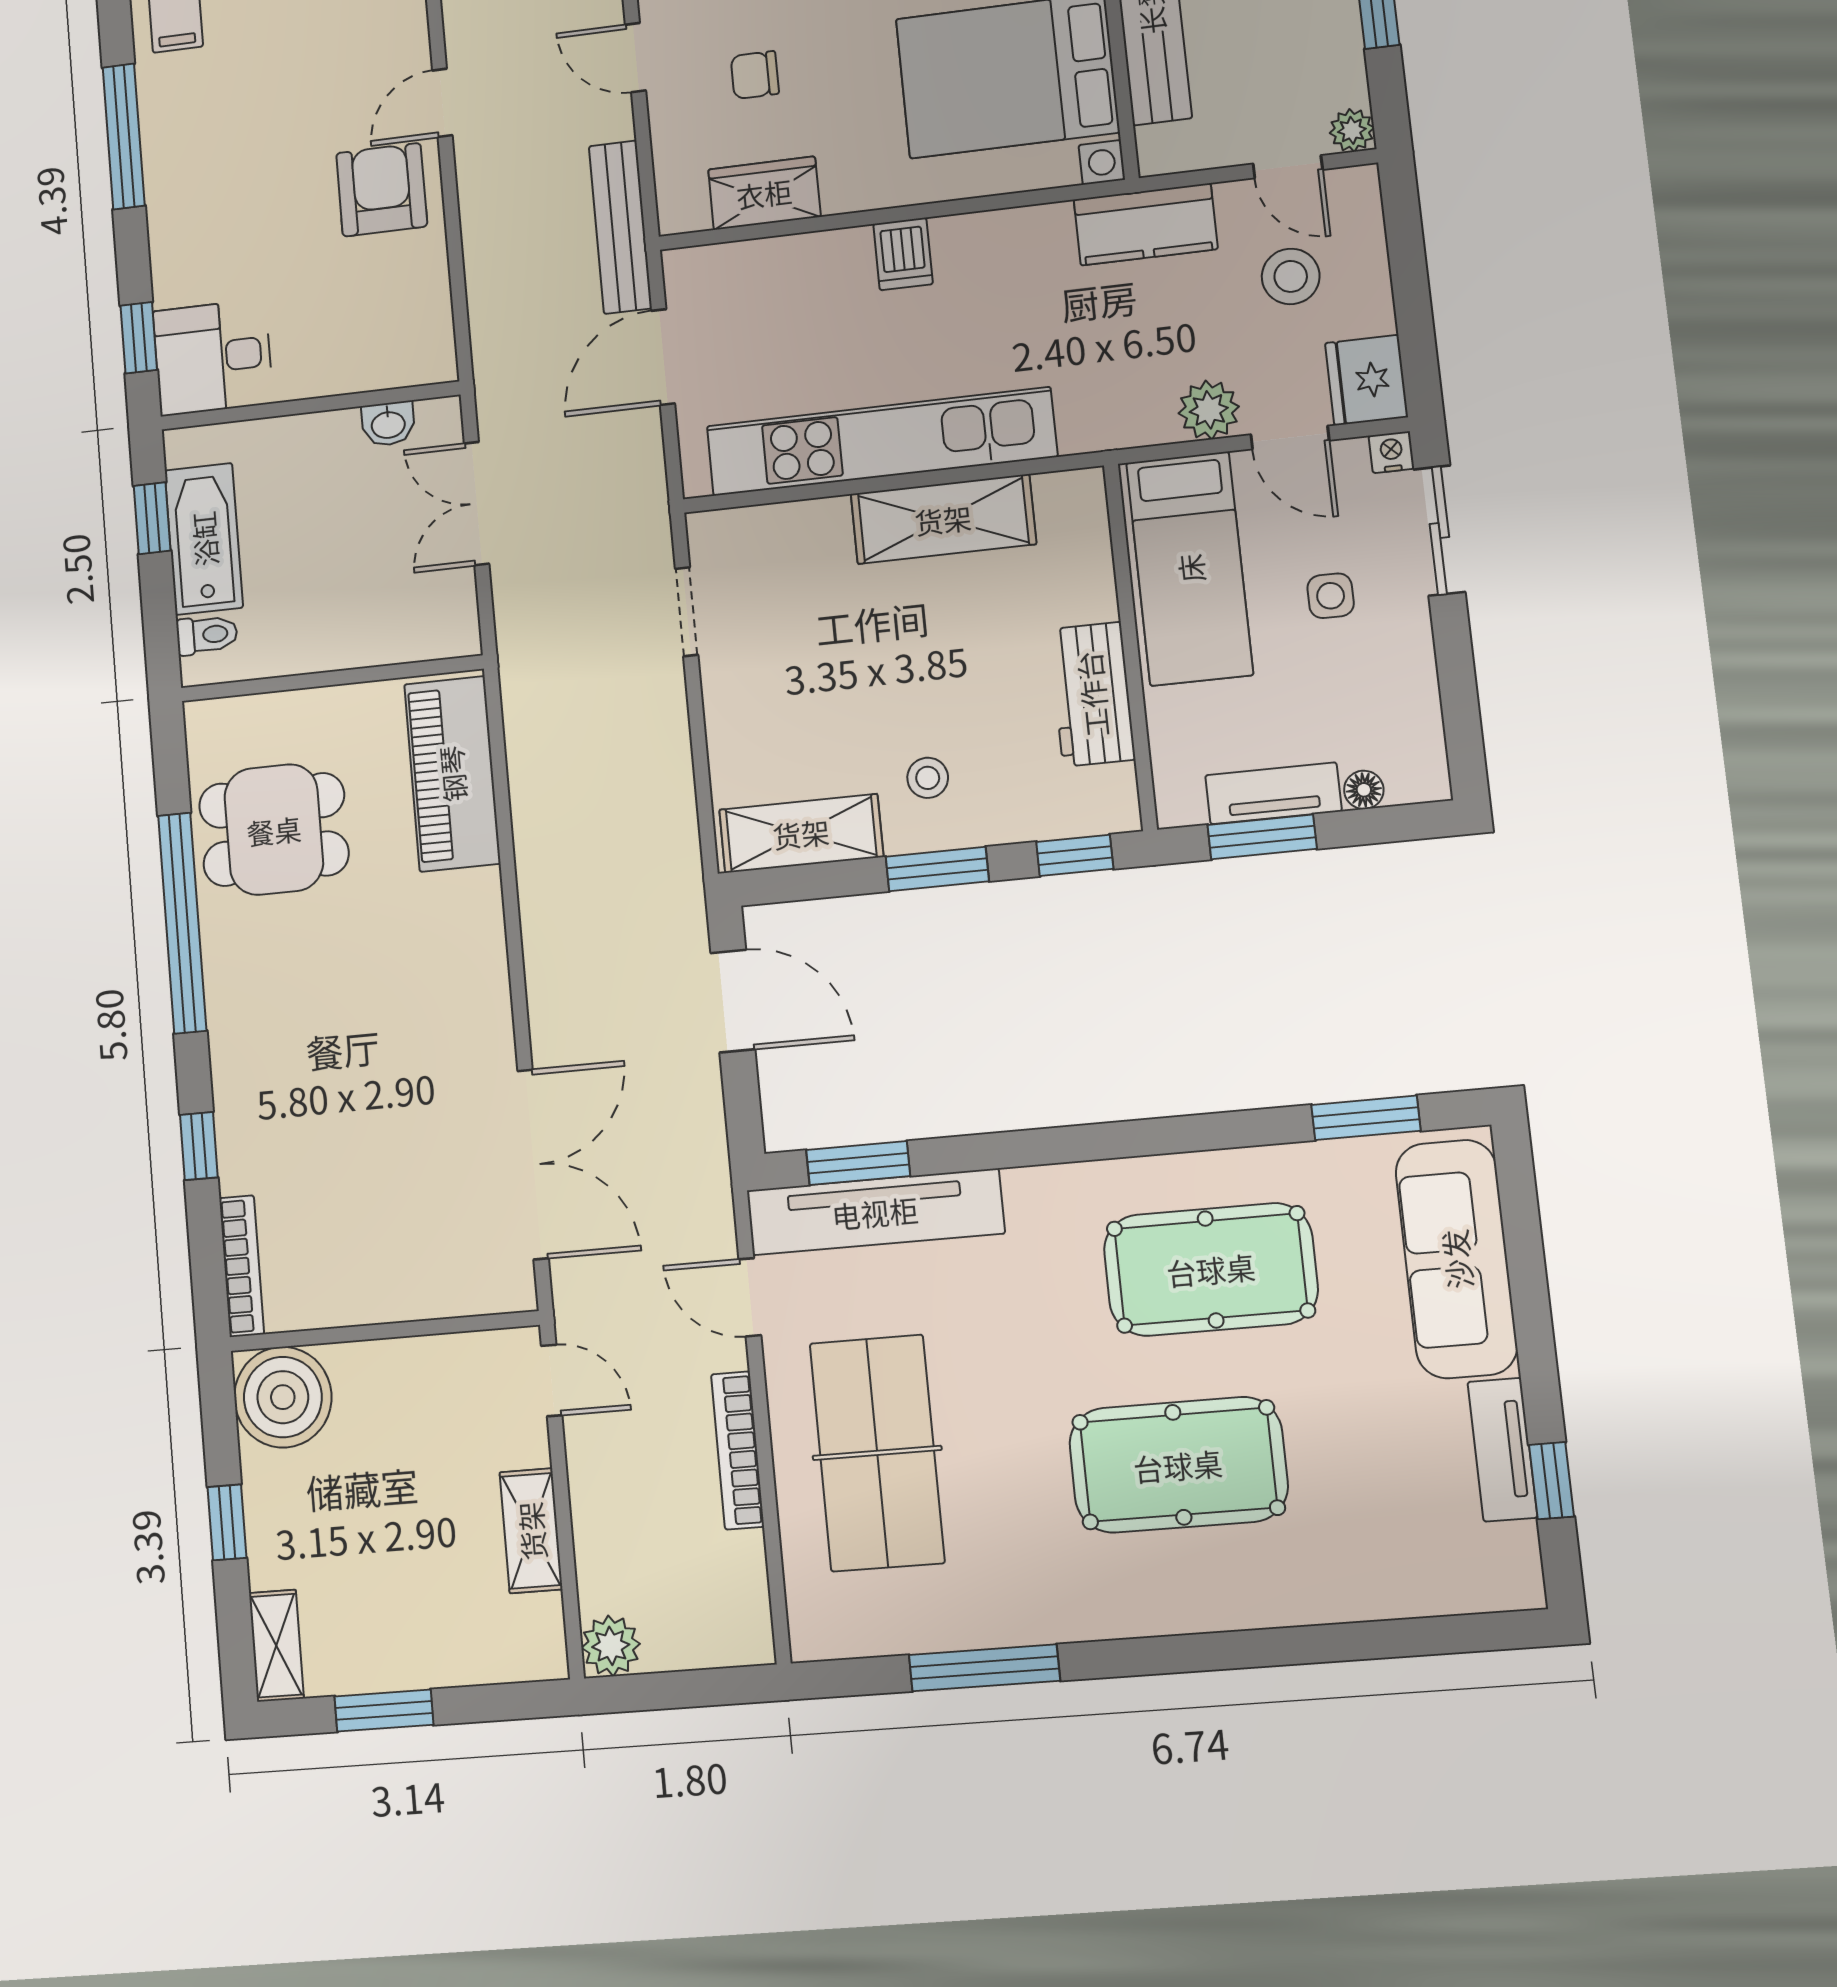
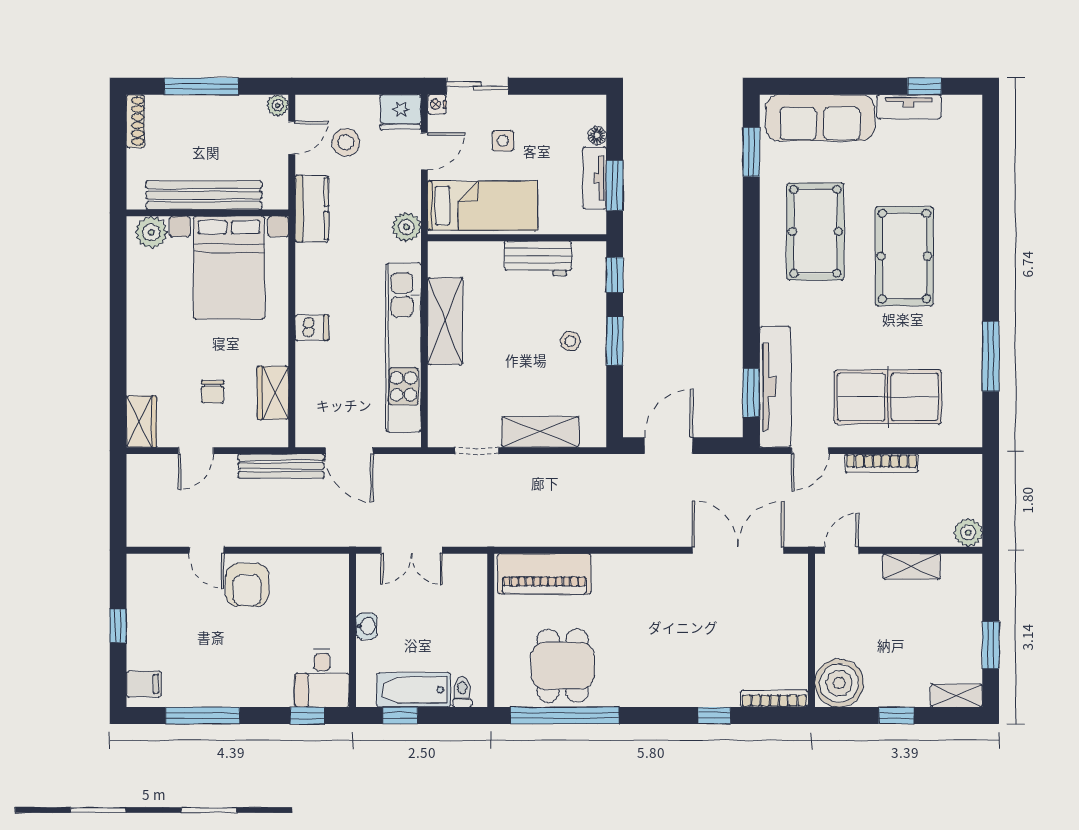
armchair: (382, 190) -> (247, 585), turned -90
plant: (1209, 410) -> (406, 227), moved
washbasin: (388, 424) -> (366, 626), moved
shelving: (801, 833) -> (540, 432), moved, turned 90
window: (182, 923) -> (565, 716), moved

